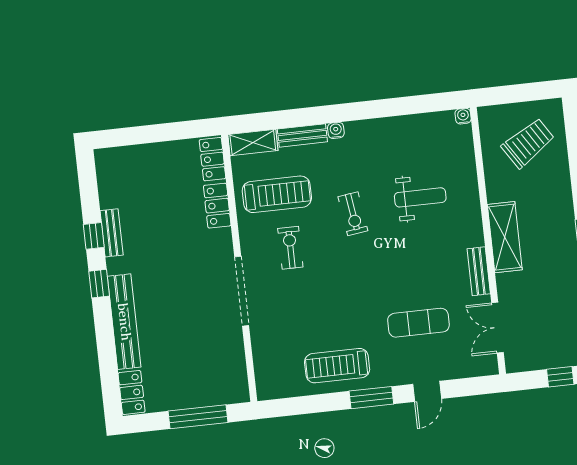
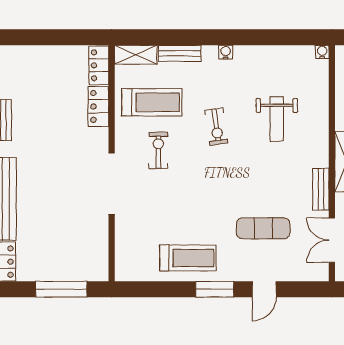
water cooler: (336, 130) -> (226, 52), moved
weight bench: (420, 197) -> (277, 119), turned 90
treadmill: (337, 366) -> (188, 258), turned 180

